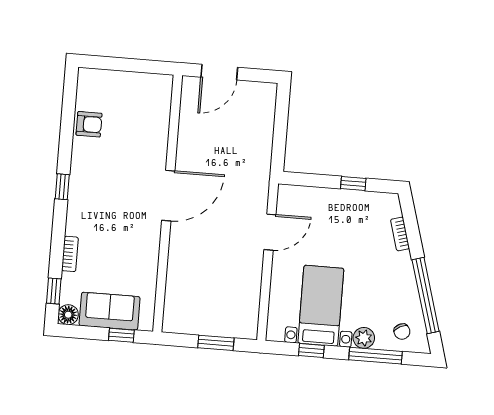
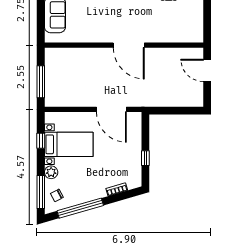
door: (270, 232) -> (111, 109), width x1.36
window: (121, 335) -> (41, 23), removed
window: (216, 343) -> (41, 82), width x1.44
window: (376, 356) -> (41, 192), moved

